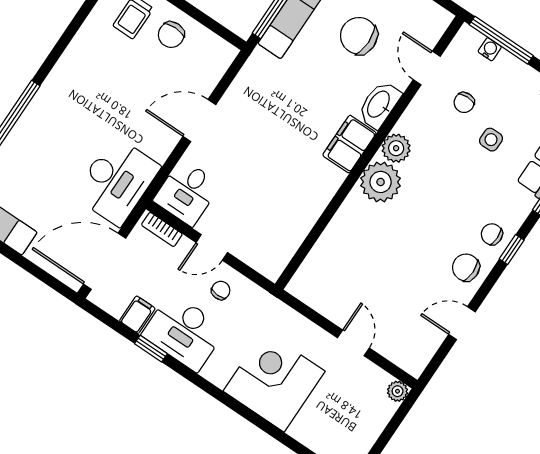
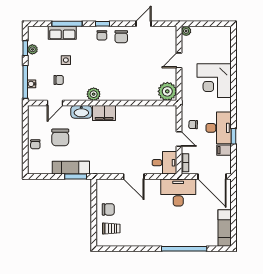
plant: (381, 182) -> (167, 91), moved
door: (462, 323) -> (143, 24), swing flipped

